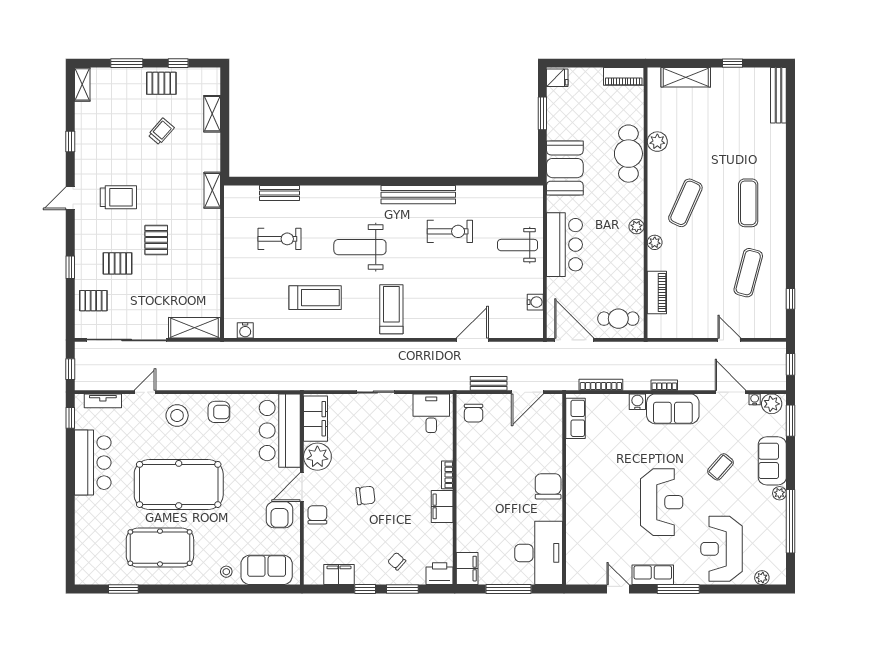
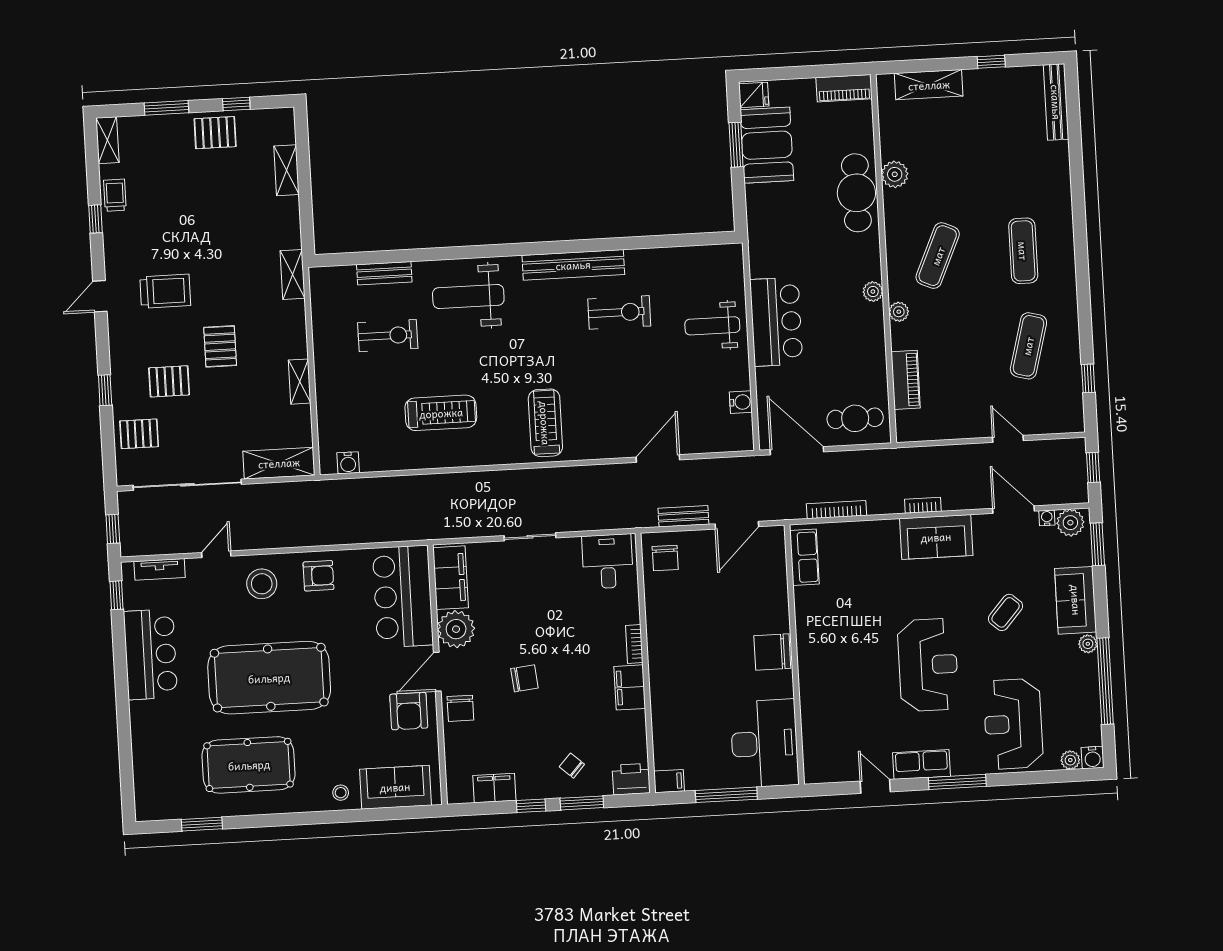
trolley: (161, 131) -> (115, 195), moved, turned -41
booth: (565, 168) -> (767, 145), moved
weight bench: (360, 247) -> (468, 297), moved
shelving: (213, 269) -> (300, 382), added
water cooler: (637, 402) -> (1093, 758), moved, turned 180
chair: (548, 486) -> (772, 652), turned -90
chair: (317, 515) -> (460, 708), turned 180
filing cabinet: (467, 569) -> (669, 781), width x0.50

